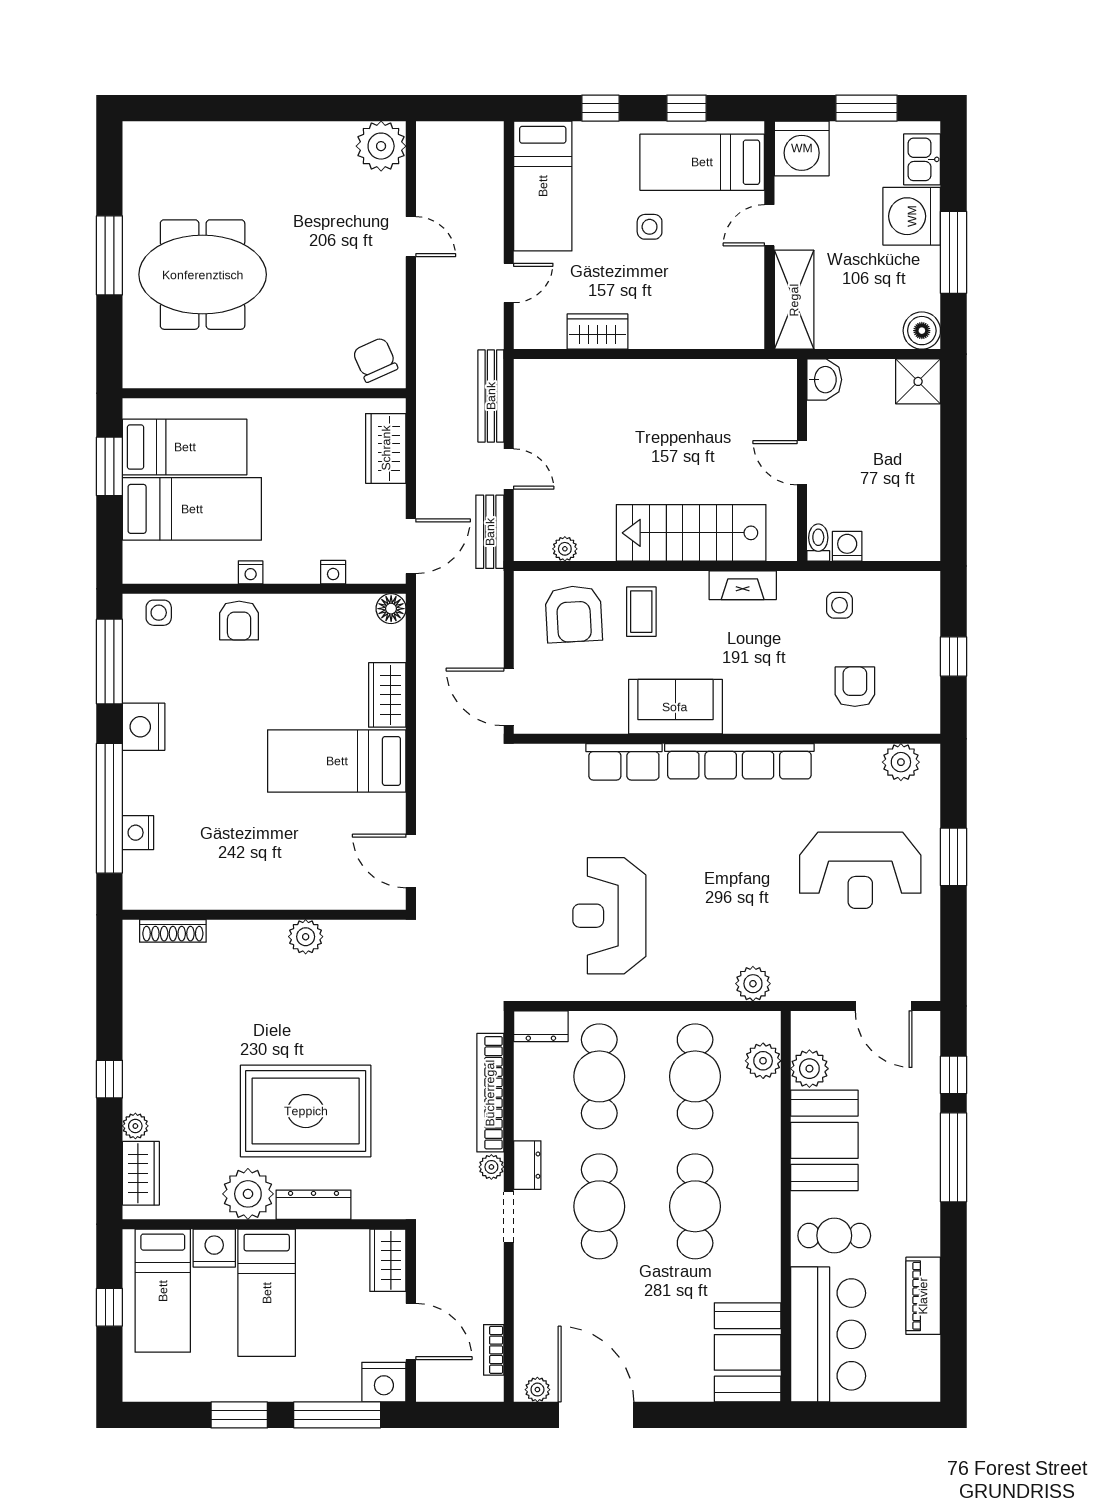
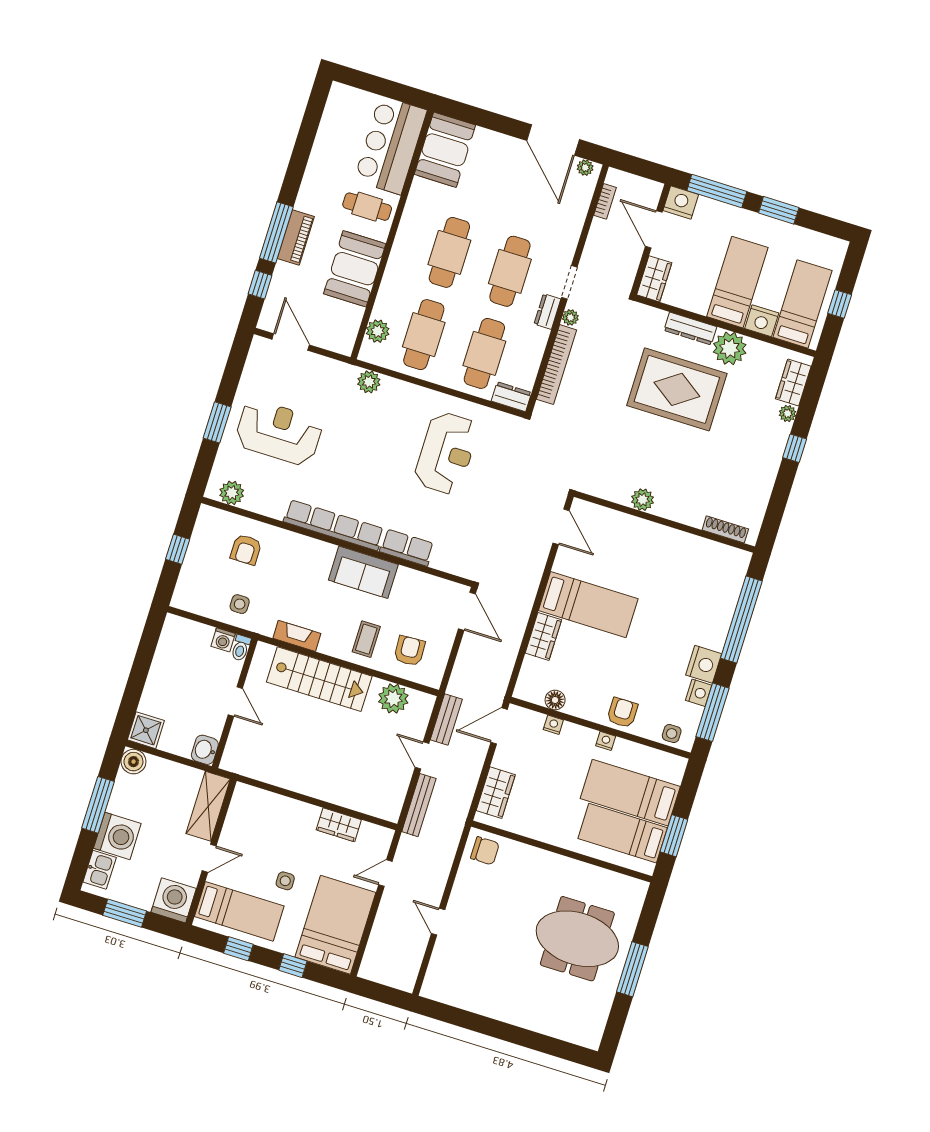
plant: (381, 146) -> (439, 985), removed
bed: (543, 186) -> (335, 925), width x1.50
chair: (375, 360) -> (485, 851), turned -66
plant: (565, 549) -> (393, 699), width x1.88, depth x1.88
floor lamp: (391, 609) -> (555, 700), moved
armchair: (574, 614) -> (409, 651), width x0.72, depth x0.72
nightstand: (138, 833) -> (699, 693), moved
plant: (809, 1069) -> (350, 317), removed
piano: (923, 1296) -> (296, 237), moved

